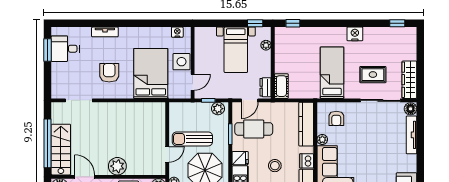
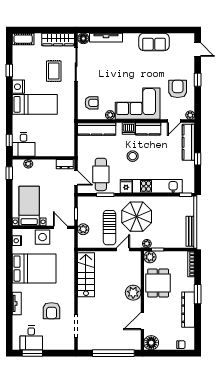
window: (397, 23) -> (9, 70), moved
desk: (289, 40) -> (24, 144), added
bed with nightstands: (236, 50) -> (29, 206), moved, turned -90
armchair: (109, 73) -> (52, 311), moved, turned -90
bed: (151, 73) -> (34, 269), moved, turned 180
bed: (332, 73) -> (35, 104), moved, turned 180
cot: (281, 86) -> (23, 39), moved
plant: (218, 109) -> (83, 229), moved
stairs: (61, 150) -> (86, 275), moved, turned 90
door: (167, 154) -> (123, 249), hinge flipped

